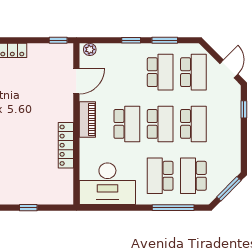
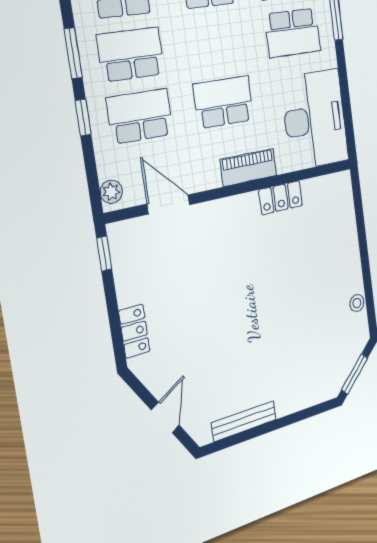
piano: (87, 120) -> (249, 167), moved
school desk: (160, 124) -> (140, 116), moved
locker: (66, 145) -> (281, 198), width x0.66
window: (28, 208) -> (362, 240), removed

